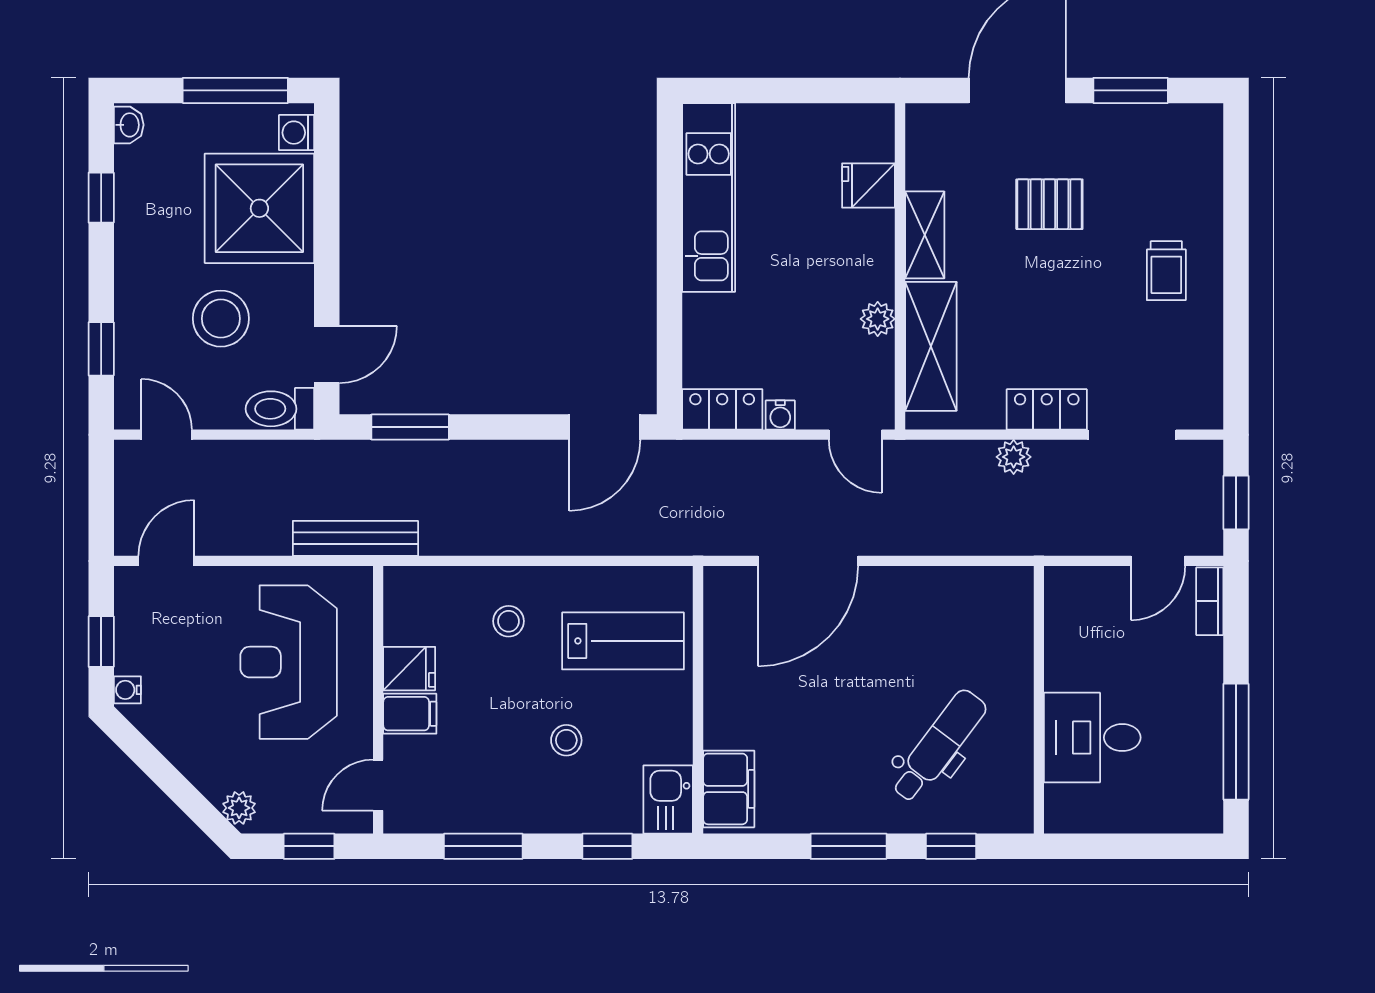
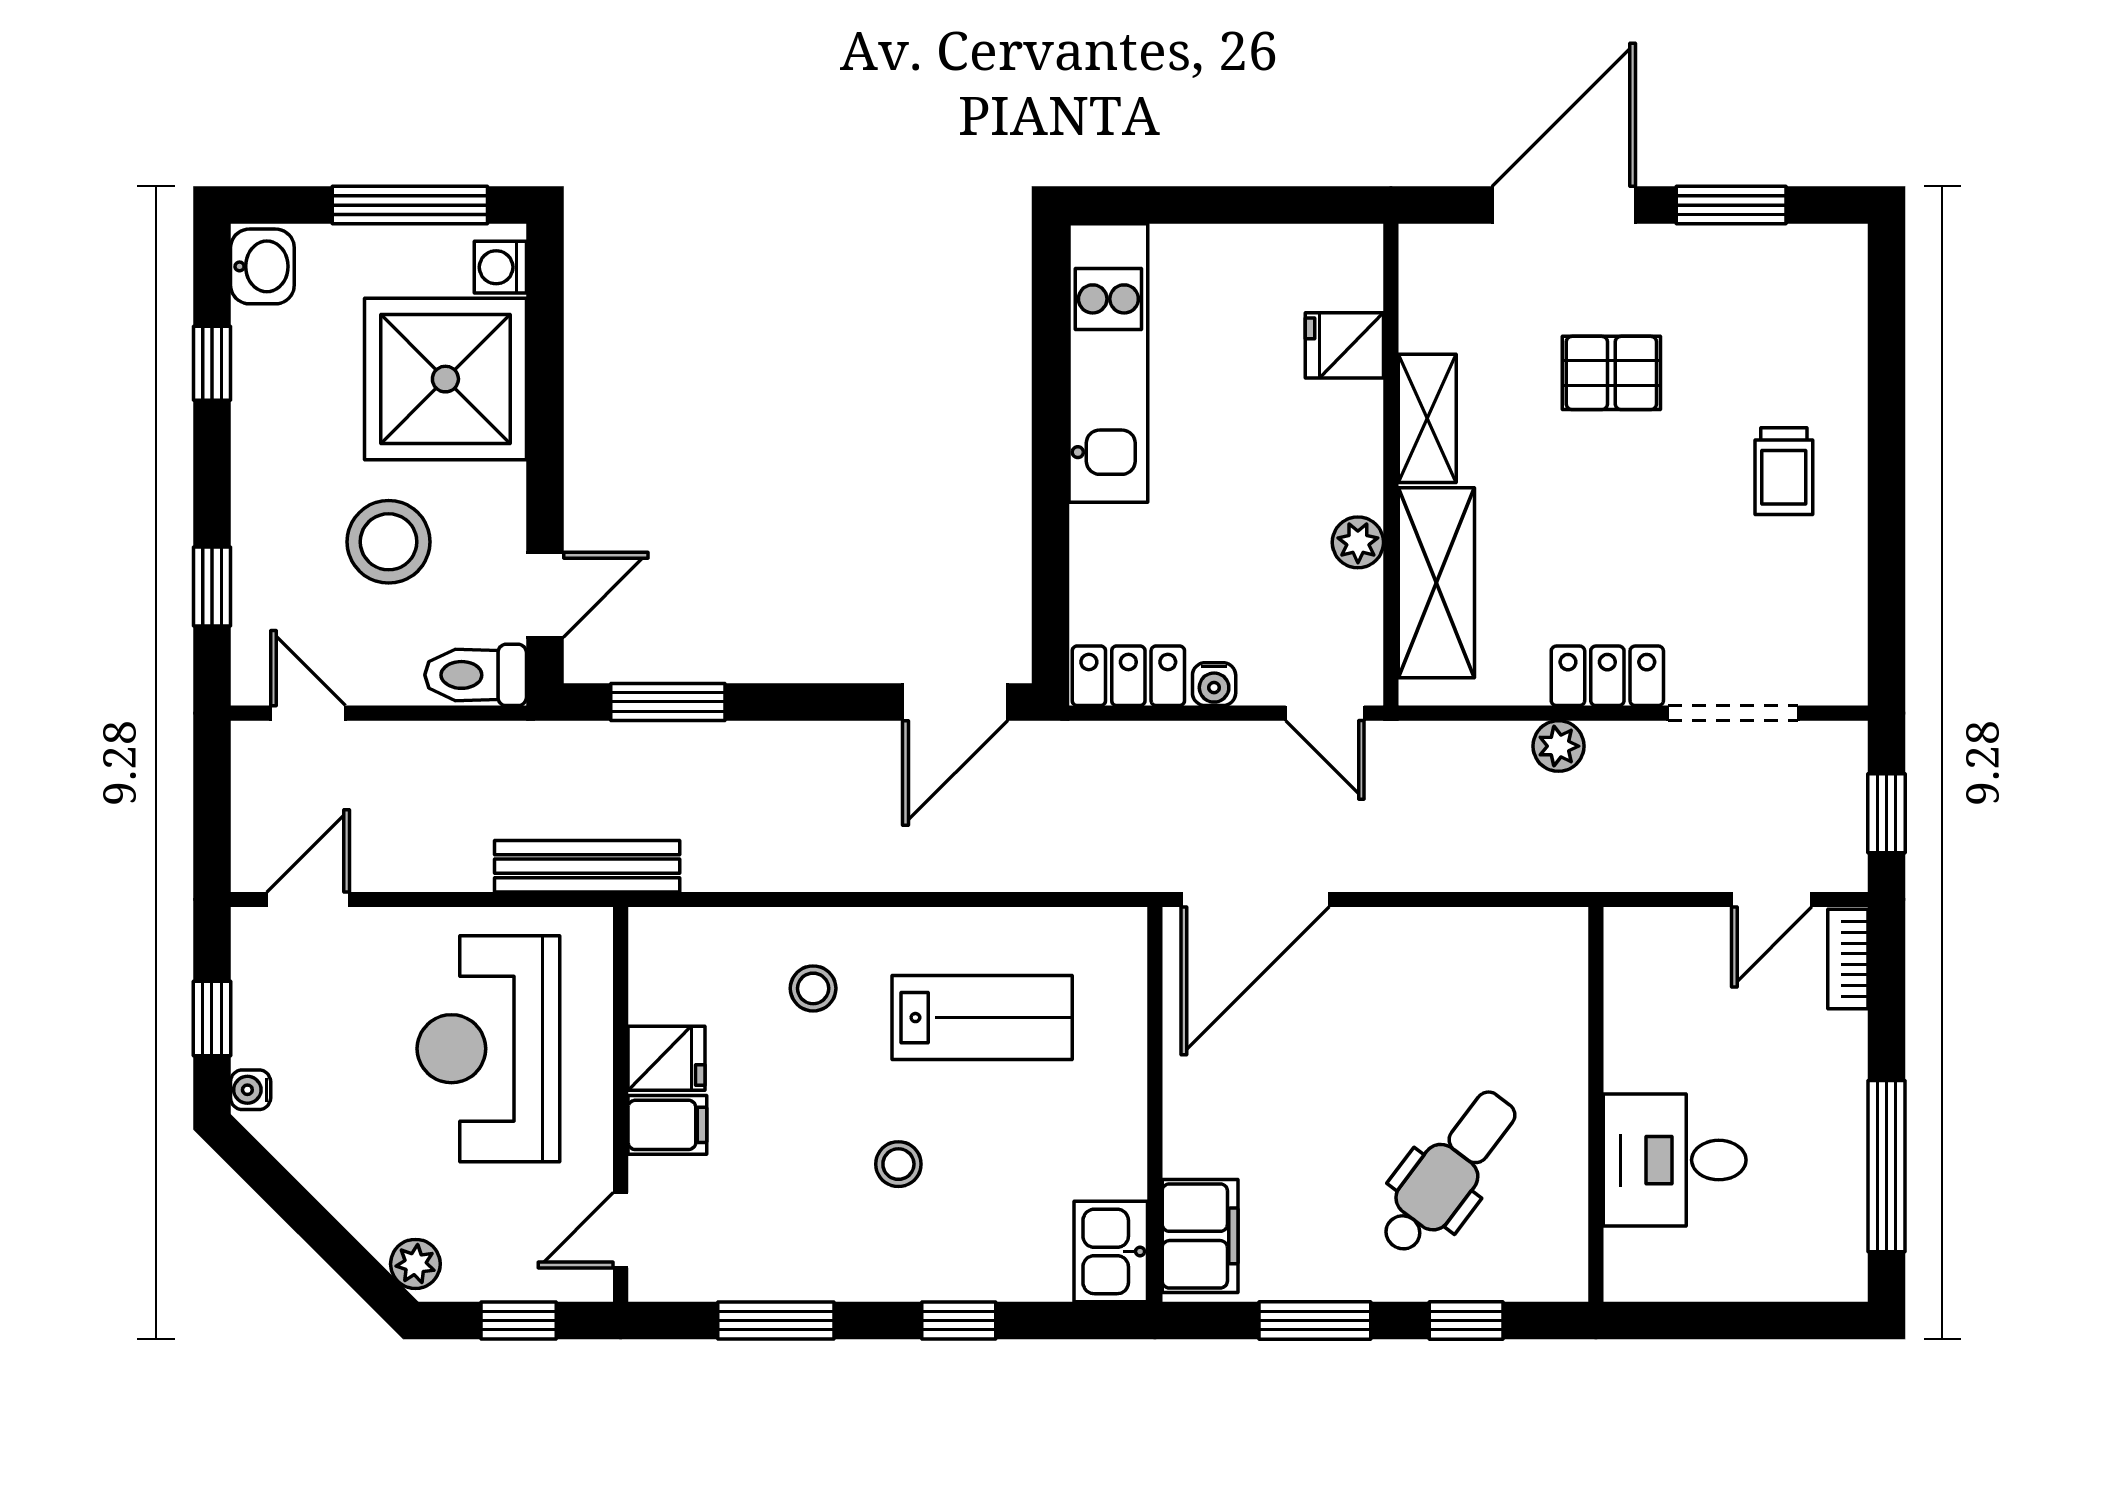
washbasin: (129, 125) -> (262, 266), width x1.38, depth x1.45
wall: (698, 700) -> (1155, 1104), moved
filing cabinet: (729, 789) -> (1200, 1236), moved
kitchen sink: (668, 799) -> (1111, 1251), moved

